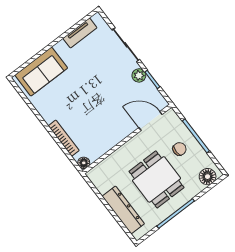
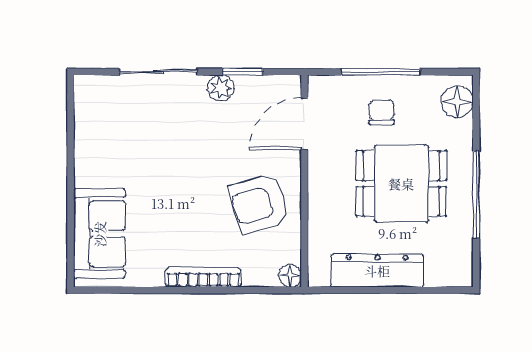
tv unit: (80, 33) -> (86, 128), removed
armchair: (104, 128) -> (259, 204), added
bookcase: (64, 138) -> (203, 277), moved
dresser: (123, 210) -> (377, 271), moved

